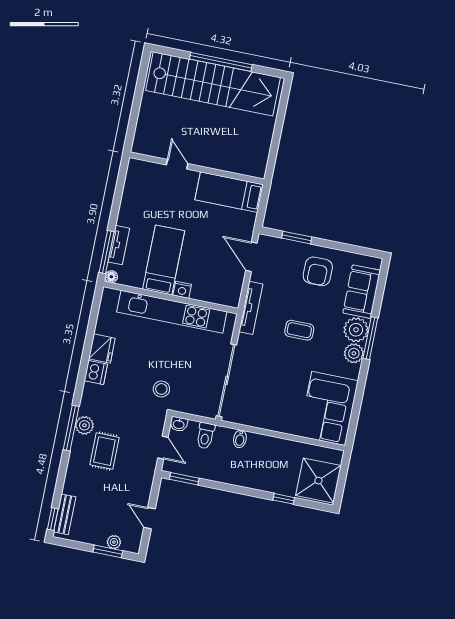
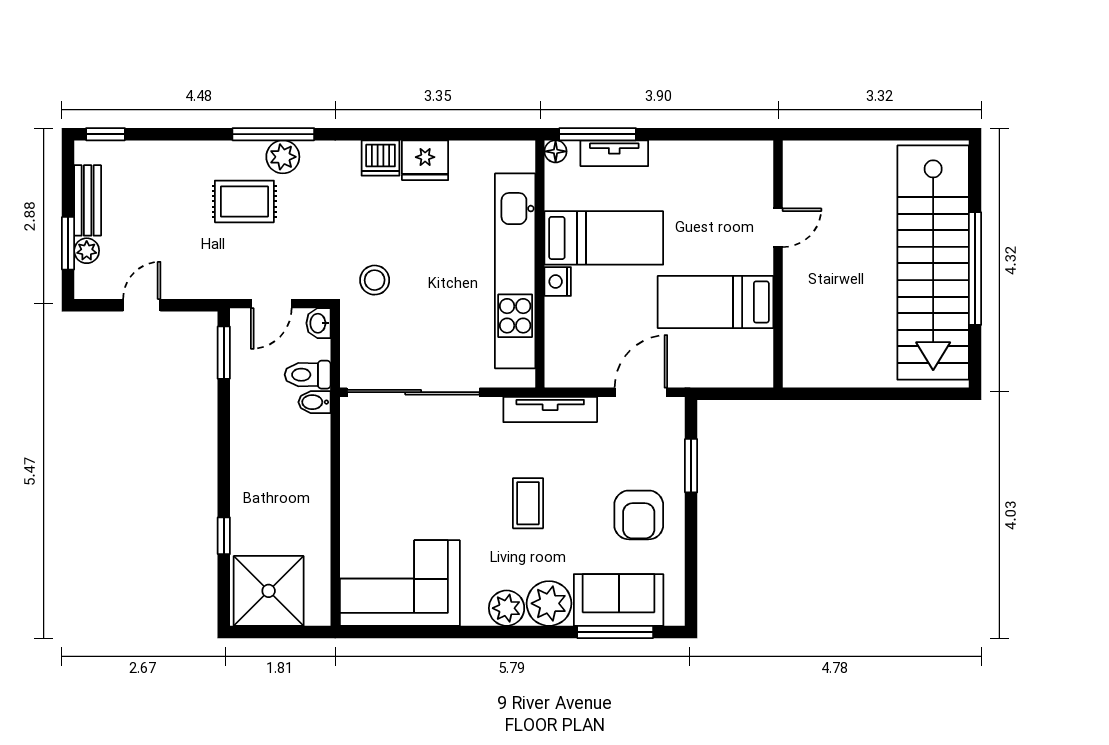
bed: (229, 192) -> (716, 302), moved, turned -90
armchair: (318, 271) -> (639, 515), turned -90
window: (370, 338) -> (615, 632), moved
bidet: (240, 439) -> (315, 402), moved
bench: (65, 514) -> (88, 200), moved, turned 90

